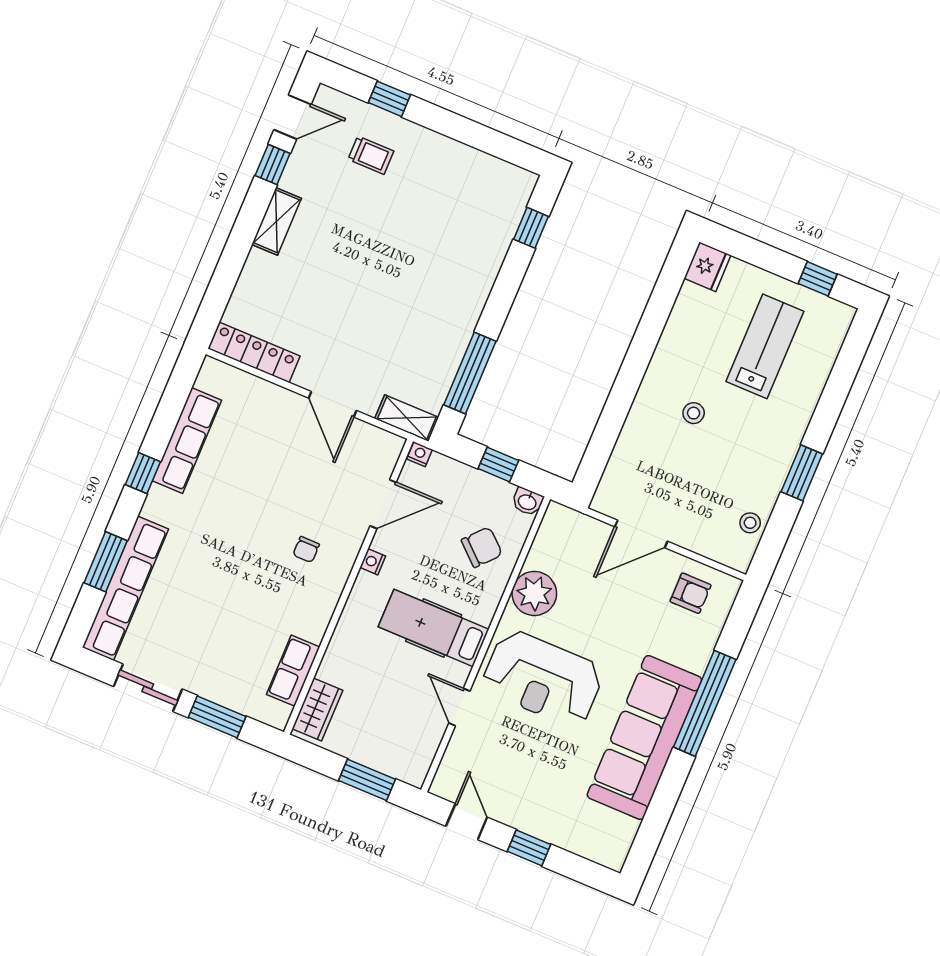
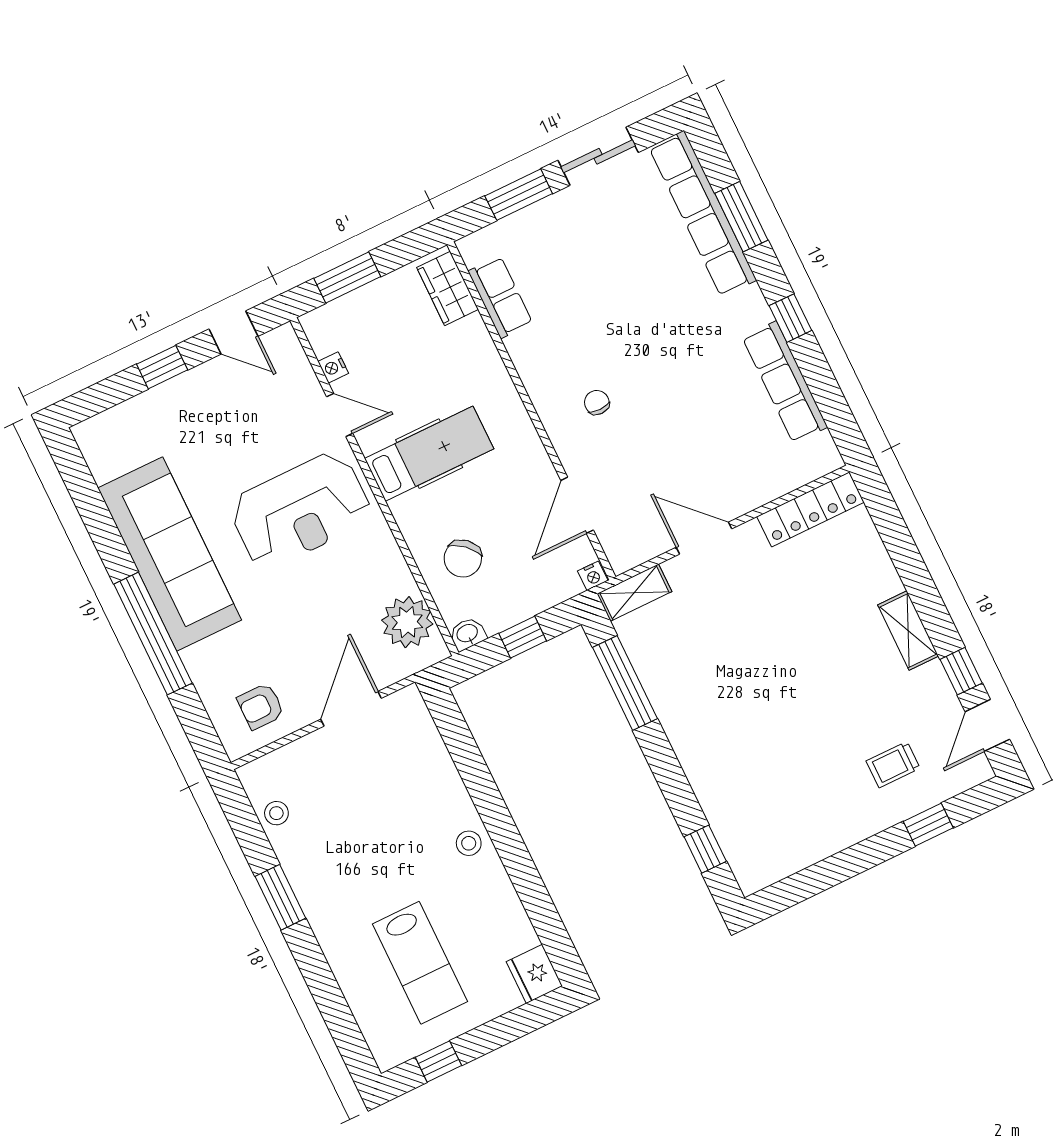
stool: (694, 413) -> (469, 843), moved
nightstand: (373, 562) -> (333, 367), moved, turned 180
plant: (534, 593) -> (407, 622), moved
reception desk: (543, 678) -> (300, 510), turned 180

